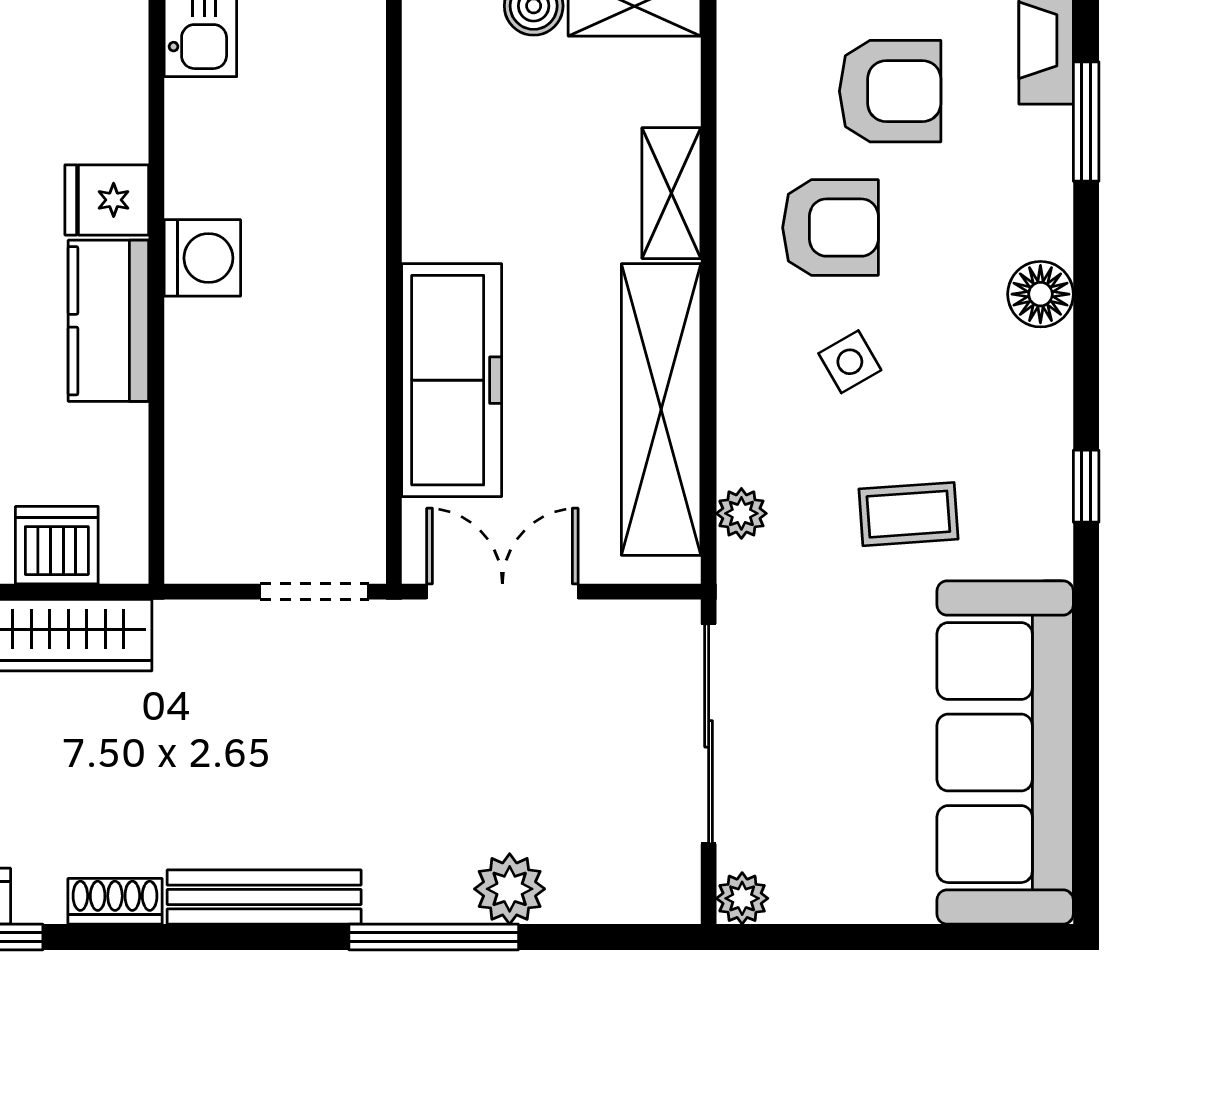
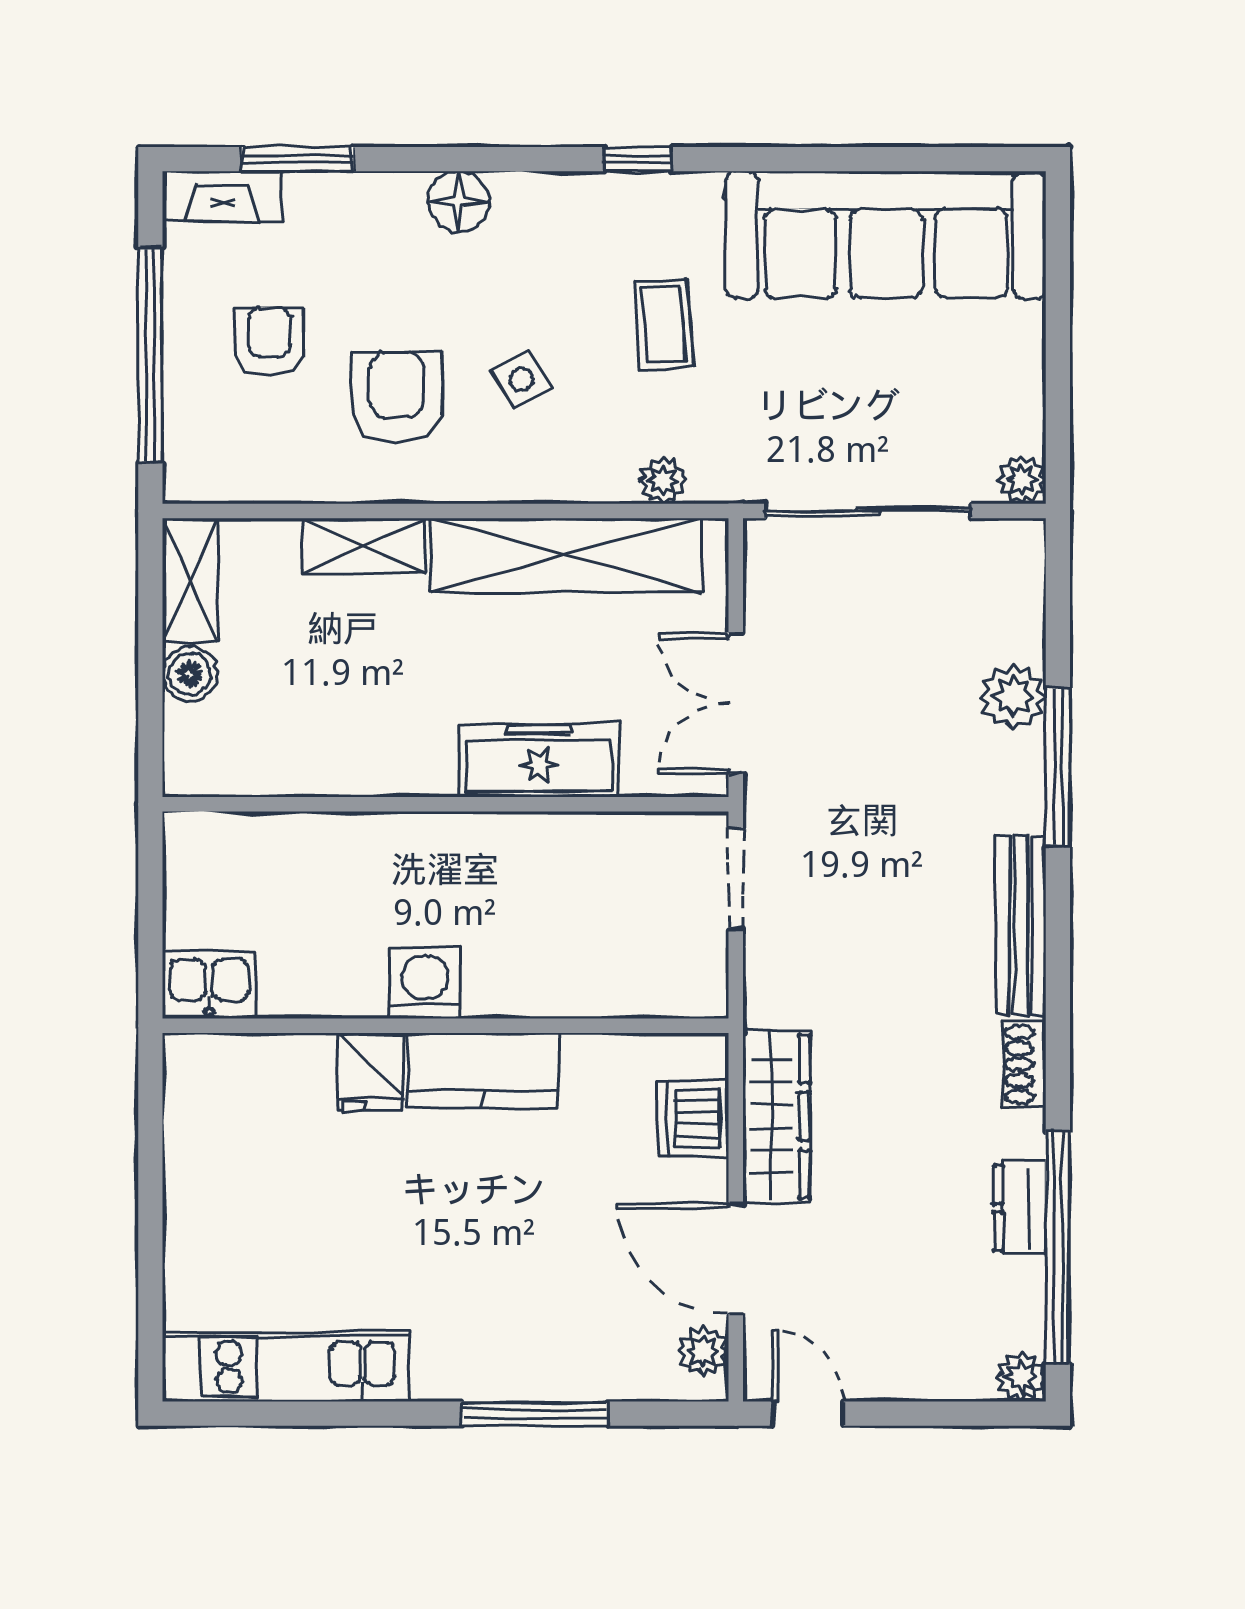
armchair: (890, 91) -> (269, 342), width x0.72, depth x0.72
freezer: (452, 380) -> (539, 760), width x0.73, depth x0.79

